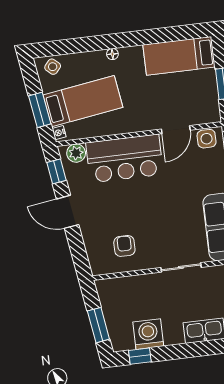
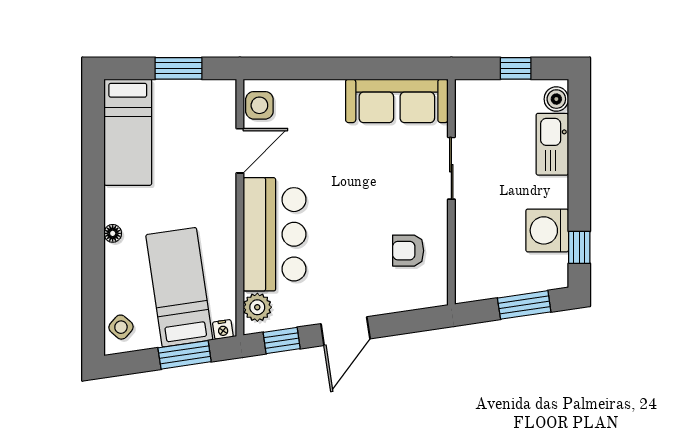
door: (176, 130) -> (240, 151), hinge flipped

